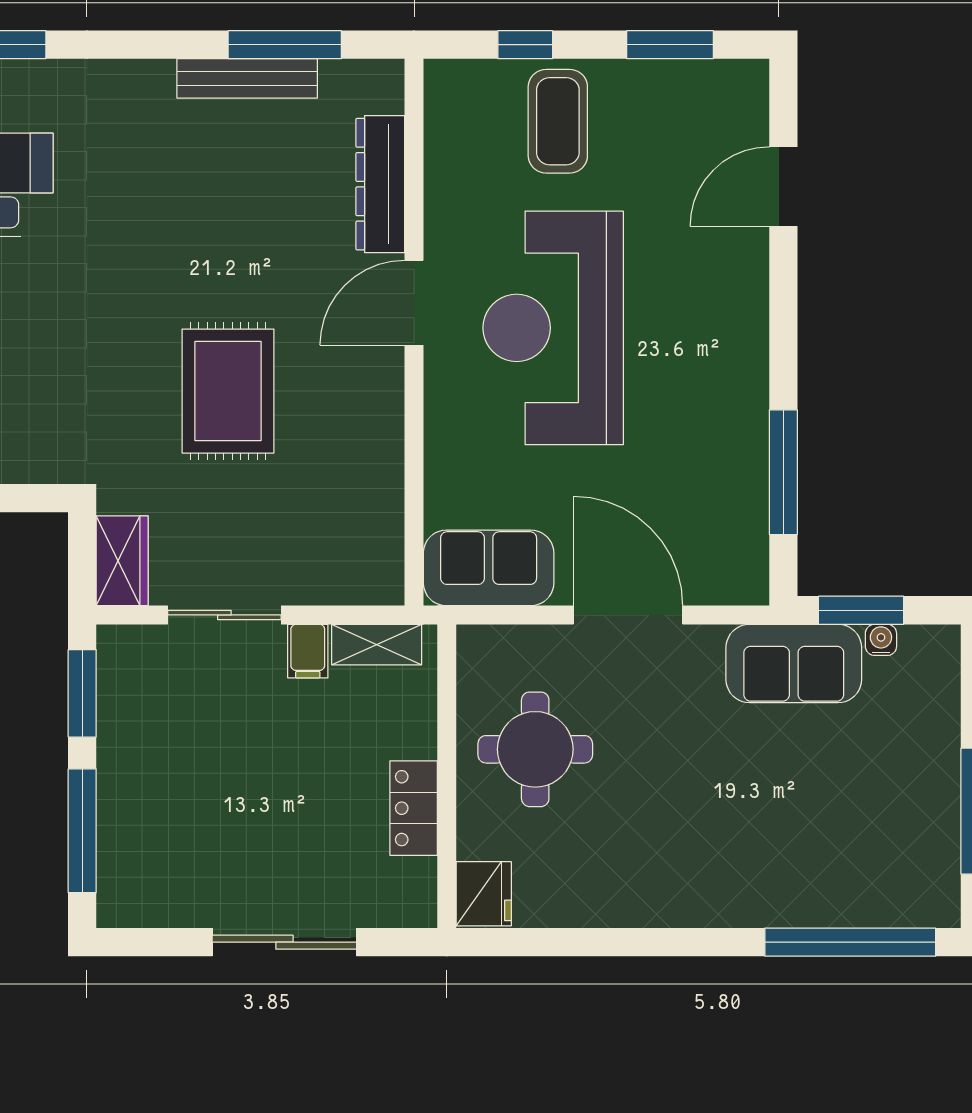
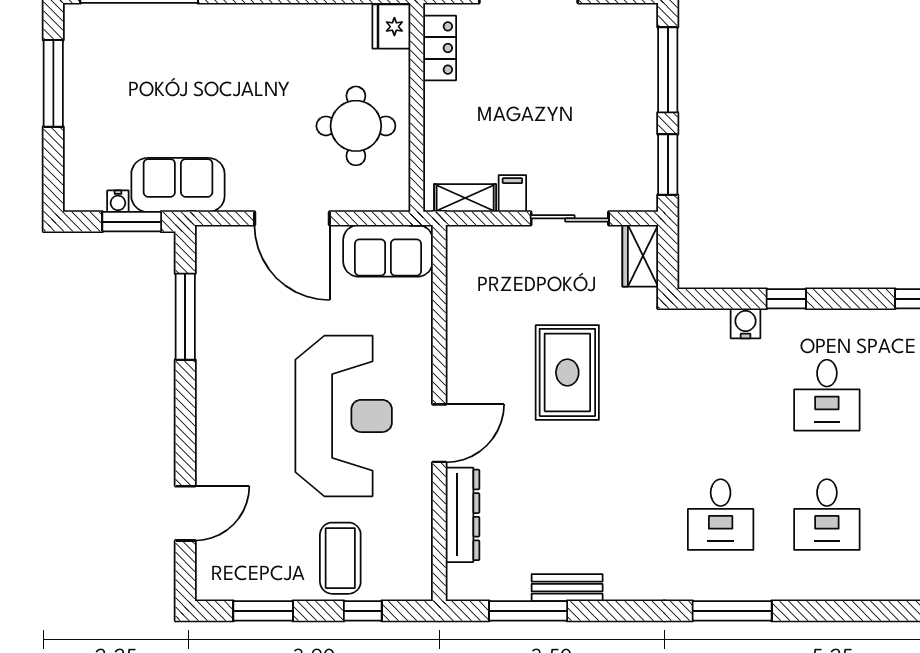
bench: (247, 78) -> (567, 588), width x0.73
locker: (414, 808) -> (440, 48), moved

